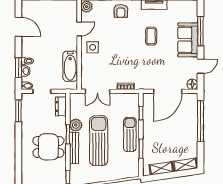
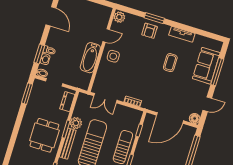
sofa: (188, 40) -> (206, 66), moved
bathtub: (70, 66) -> (90, 58), moved
dining table: (48, 147) -> (44, 135), turned 90

